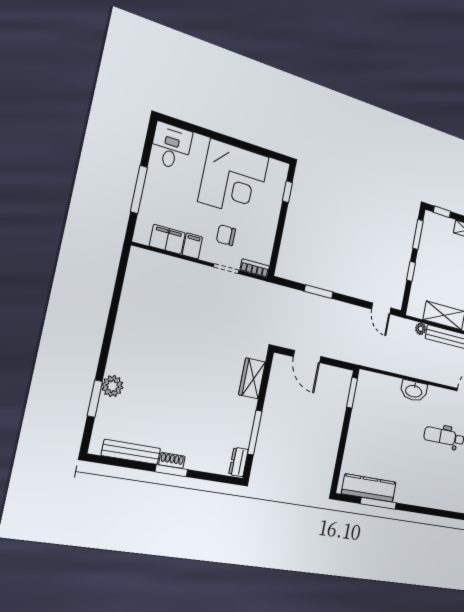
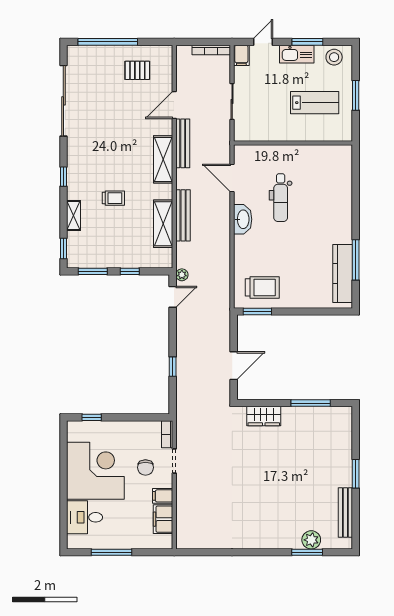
desk: (171, 146) -> (85, 517), moved
window: (139, 189) -> (112, 552), moved
window: (319, 292) -> (173, 367), width x0.67
plant: (421, 329) -> (182, 275), moved
plant: (112, 386) -> (311, 540), moved
washbasin: (414, 391) -> (243, 219), moved
trolley: (372, 402) -> (262, 287), added
shoe rack: (172, 460) -> (347, 475), removed
dresser: (238, 462) -> (339, 413), removed

